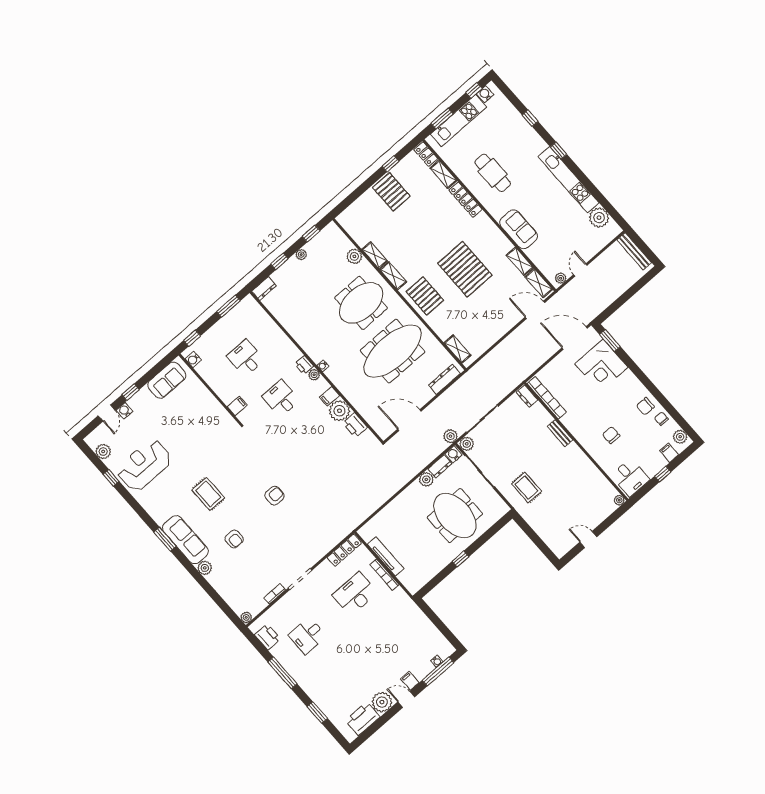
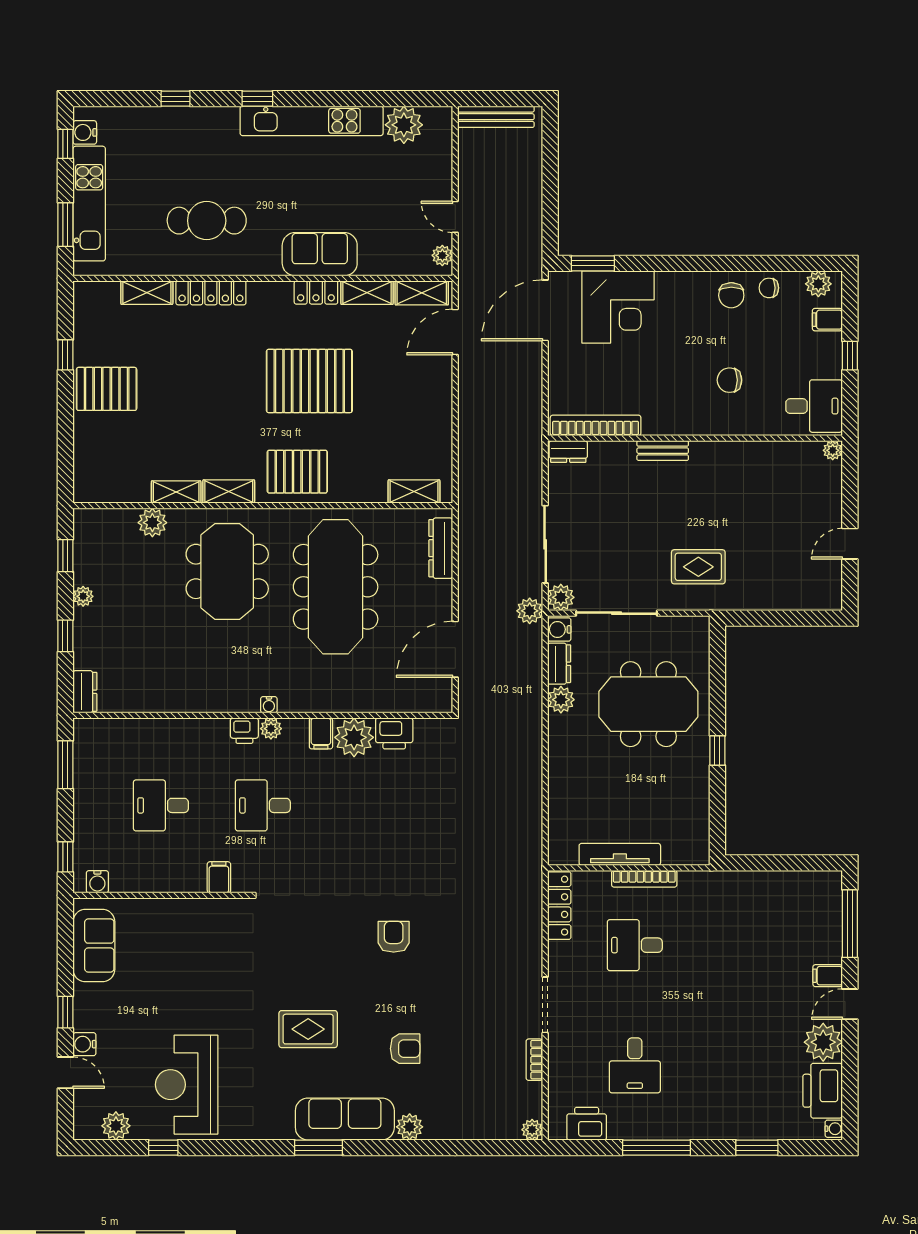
locker: (426, 154) -> (316, 292), moved
desk: (355, 594) -> (635, 945), width x0.73
water cooler: (437, 661) -> (834, 1129), moved

